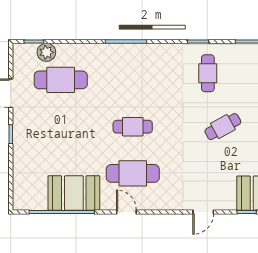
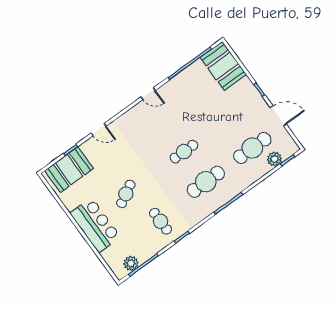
cafe table: (133, 173) -> (206, 182), moved
booth: (74, 193) -> (223, 66), moved, turned 90
door: (203, 212) -> (99, 130), swing flipped

